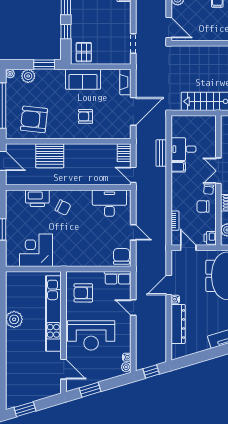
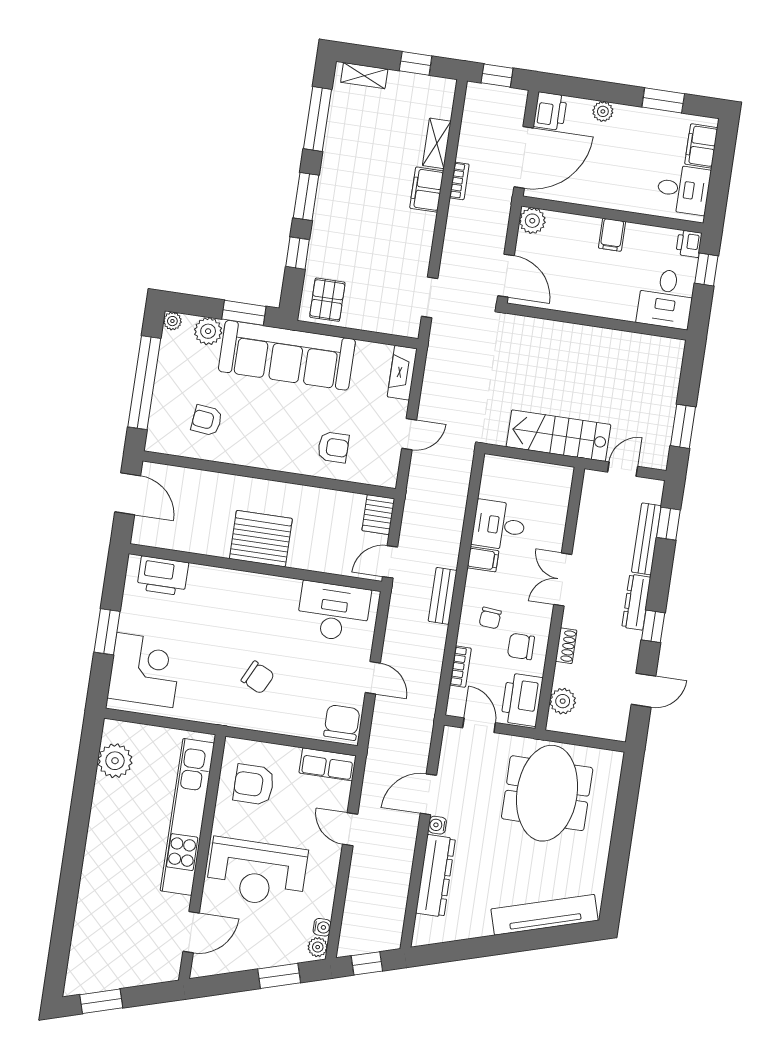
sofa: (83, 79) -> (287, 355), width x1.85, depth x1.27
door: (133, 111) -> (409, 434), width x0.53
armchair: (85, 116) -> (333, 447), moved, turned 180
armchair: (34, 119) -> (207, 420), width x0.53, depth x0.53
bench: (161, 153) -> (443, 596), moved
server rack: (50, 156) -> (261, 539), moved, turned 180
door: (133, 175) -> (390, 562), hinge flipped
chair: (209, 189) -> (490, 618), moved
printer: (37, 198) -> (163, 576), moved
chair: (63, 208) -> (258, 677), moved
printer: (210, 238) -> (522, 700), width x1.87, depth x1.48
corner desk: (36, 250) -> (145, 670), moved, turned 90
plant: (14, 319) -> (115, 761), moved
door: (64, 369) -> (191, 932), hinge flipped
window: (90, 390) -> (279, 976), moved

